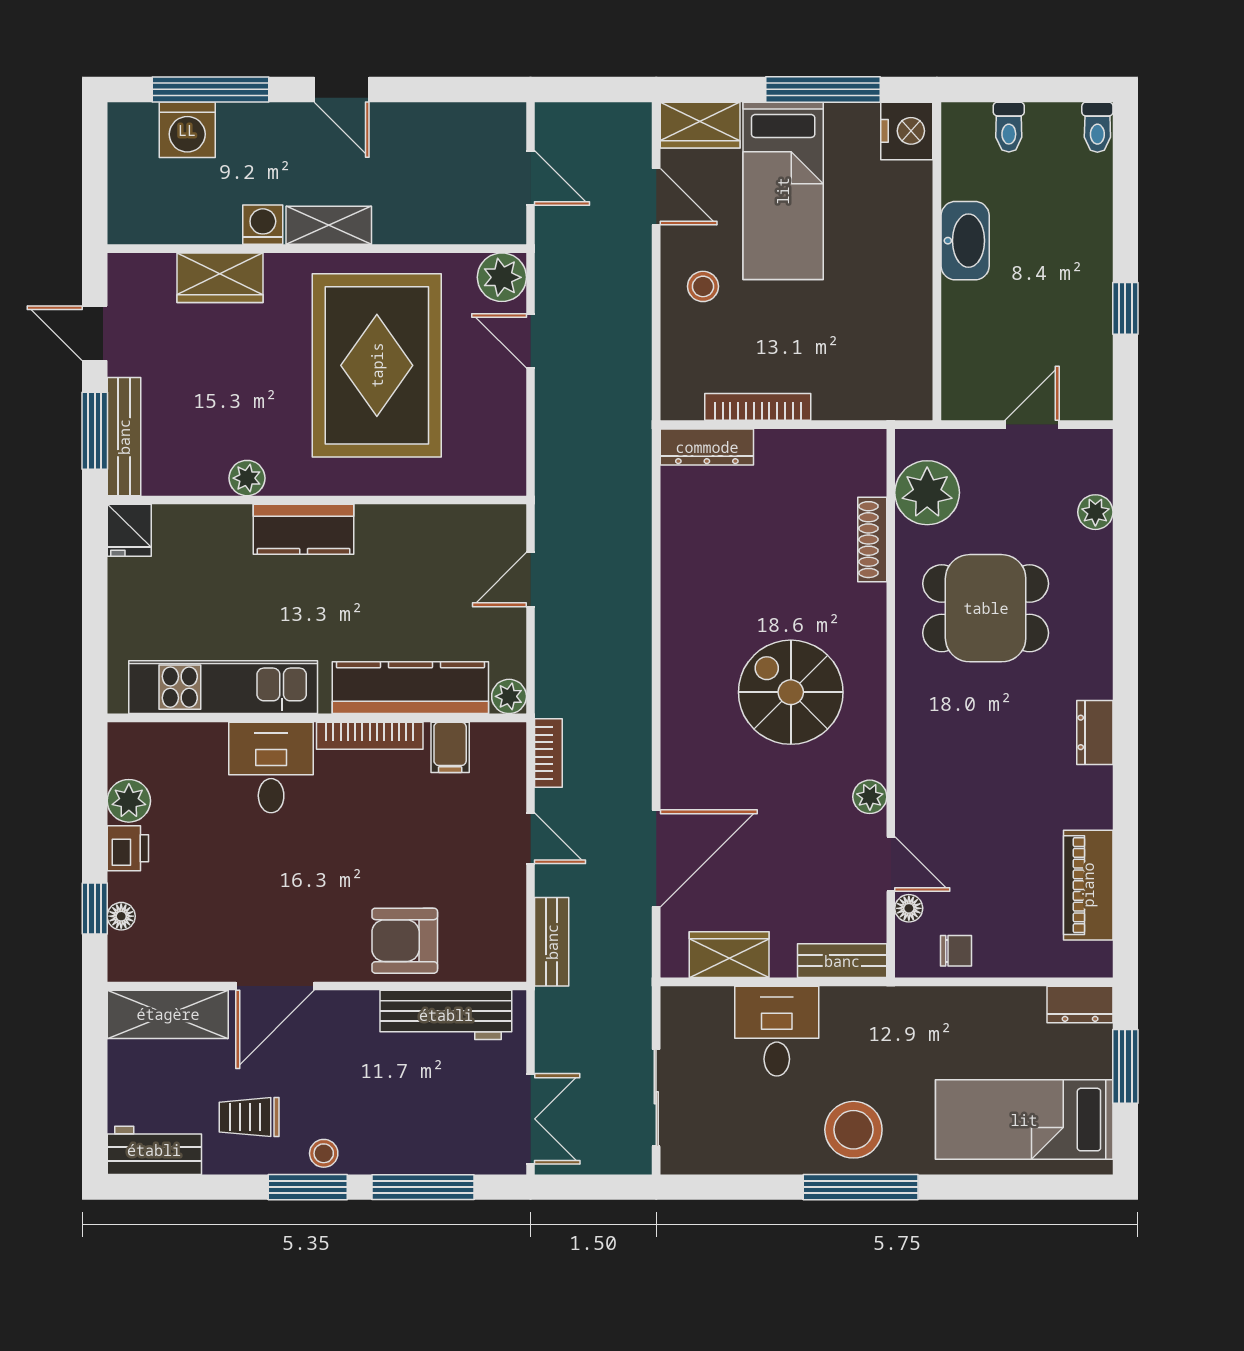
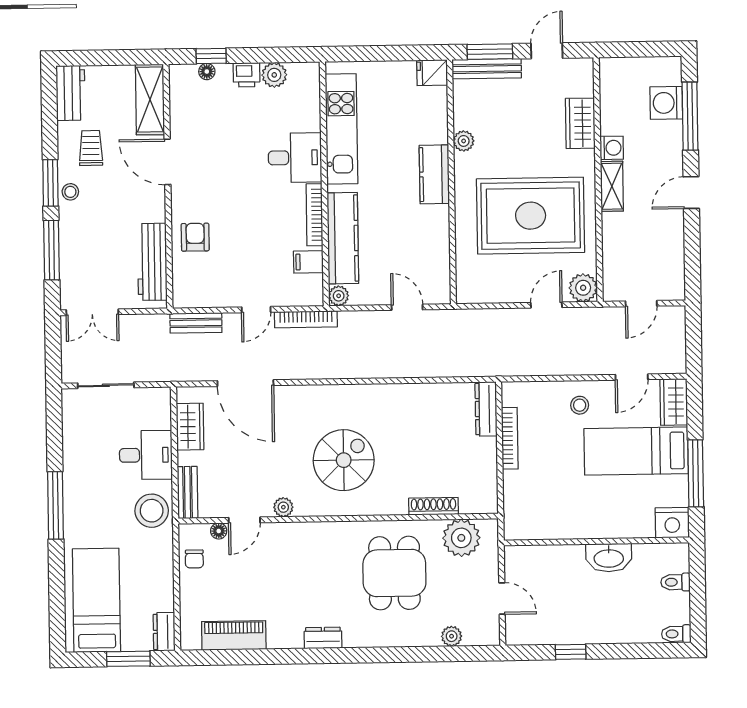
bookcase: (548, 753) -> (306, 319), width x1.56
armchair: (405, 941) -> (195, 237), width x0.72, depth x0.72
stool: (853, 1130) -> (152, 511), moved

